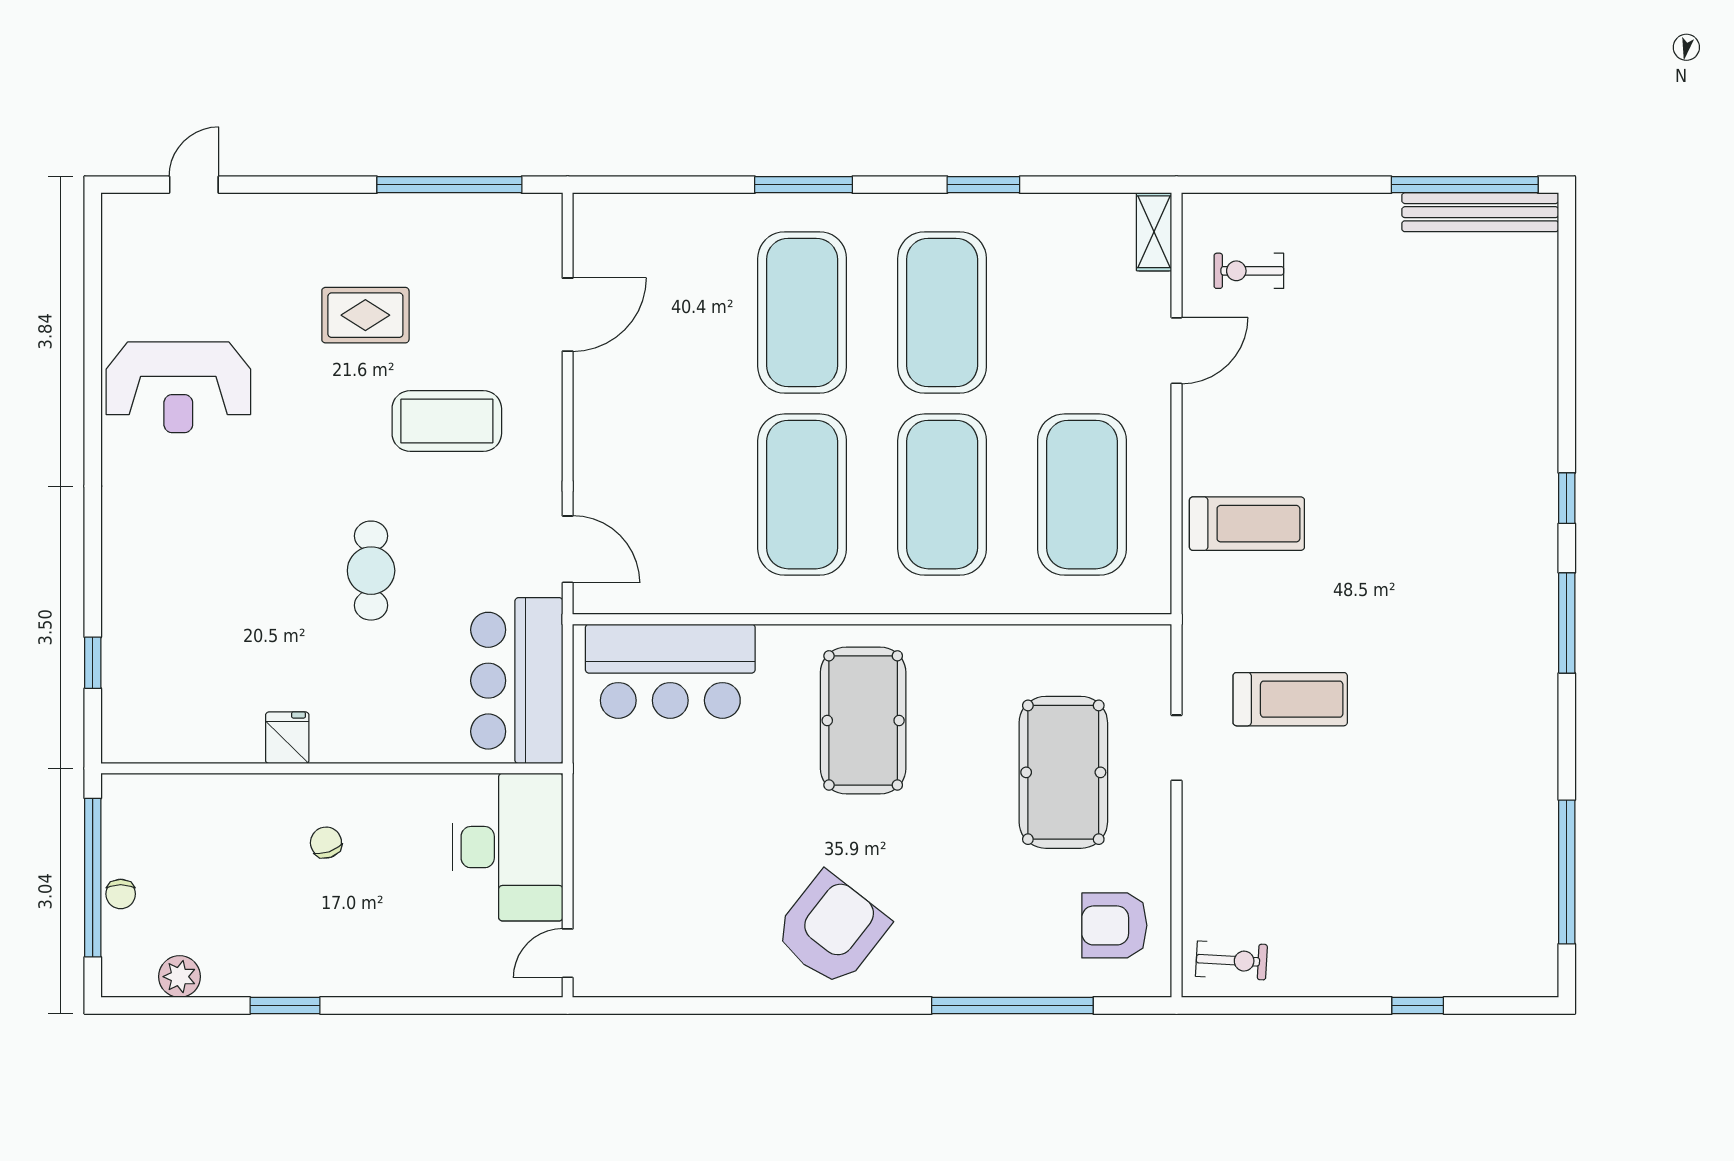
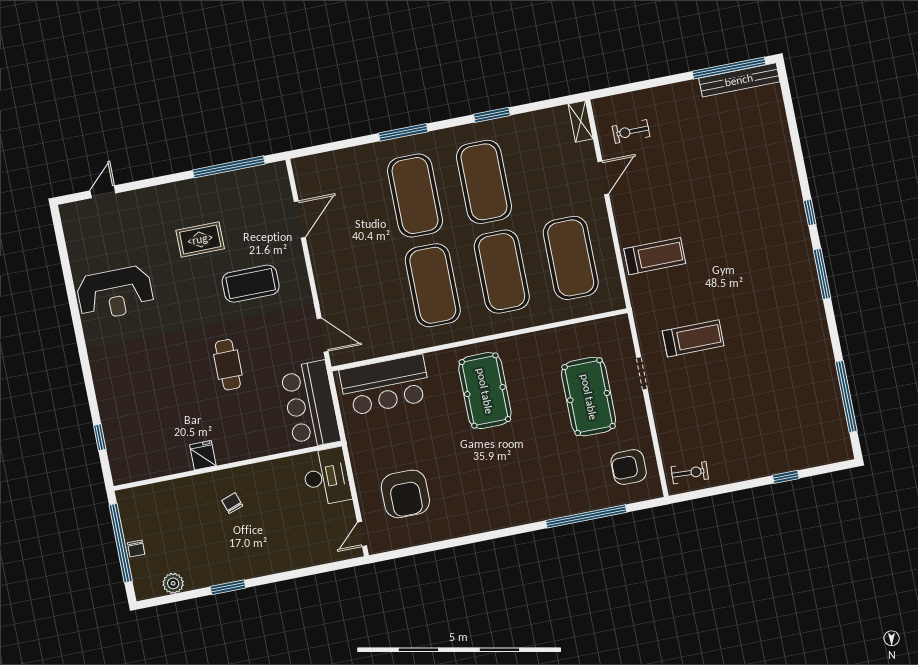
desk: (508, 847) -> (326, 477), width x0.73, depth x0.77
armchair: (831, 929) -> (405, 494), moved, turned 142

